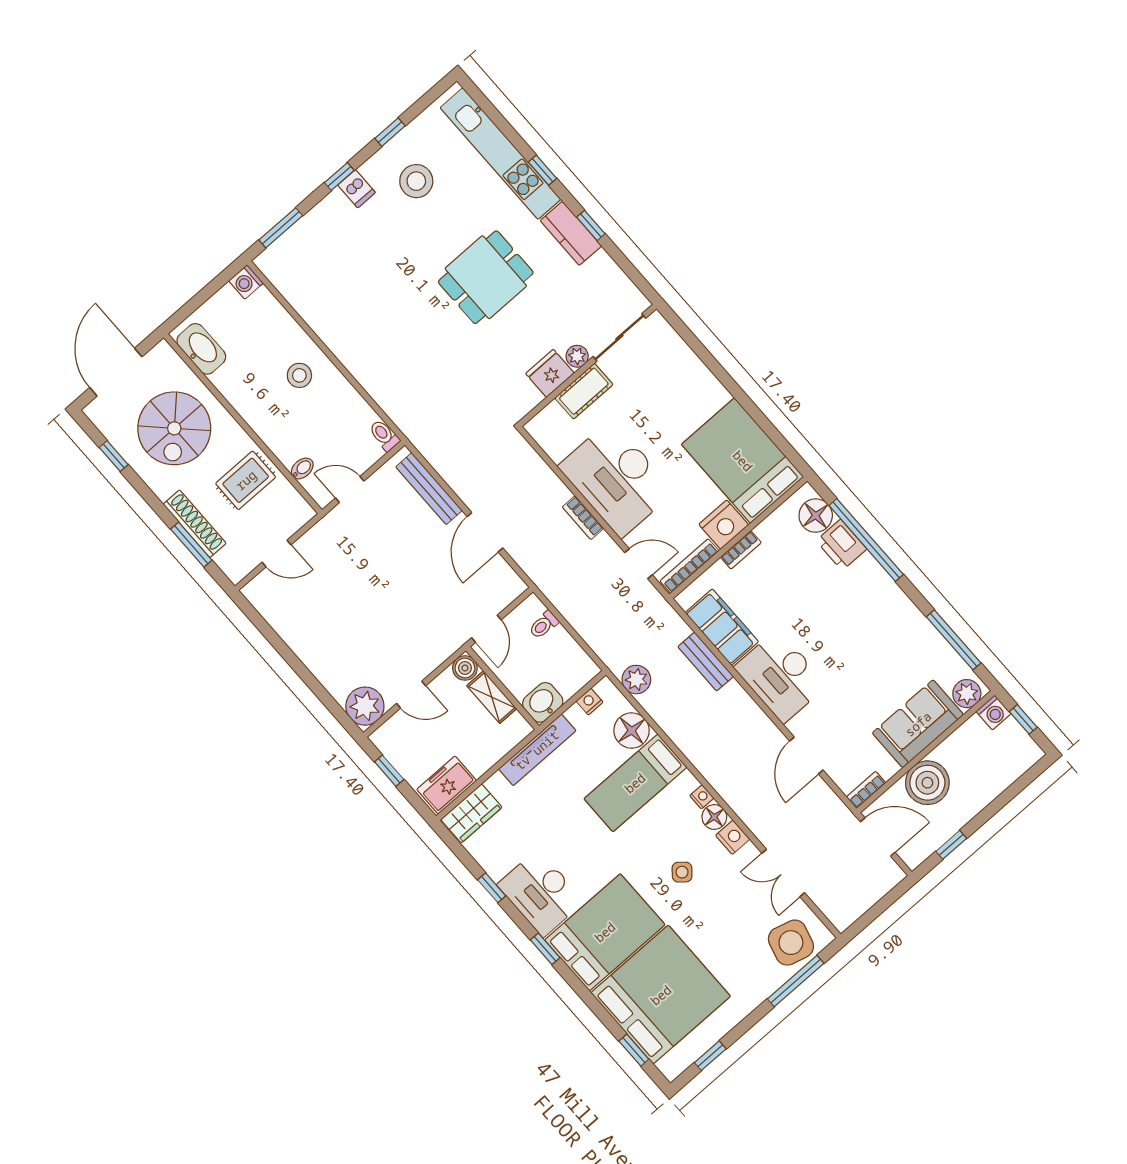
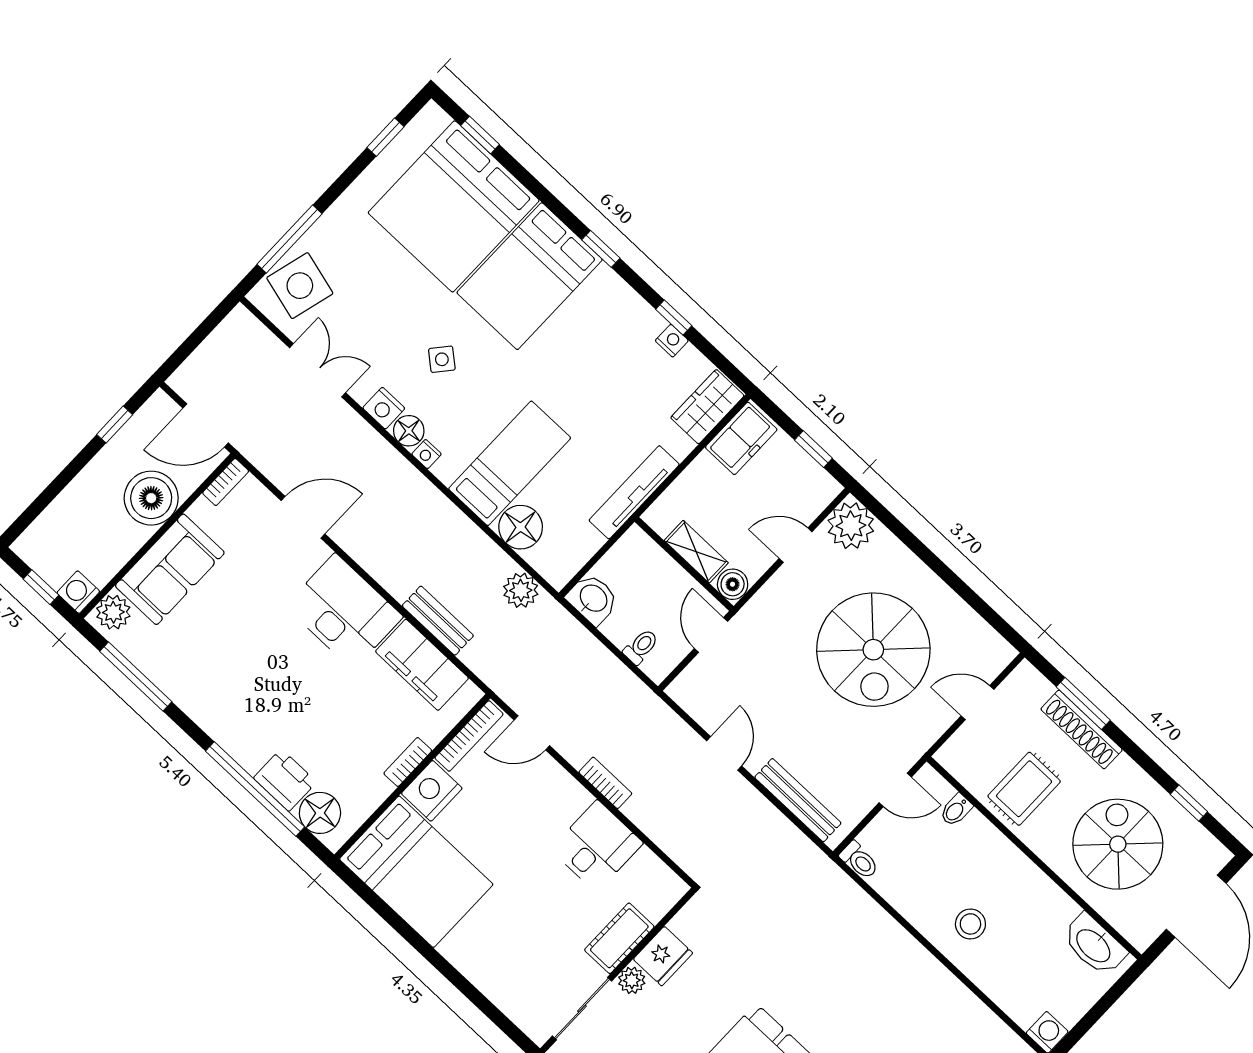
desk: (616, 479) -> (597, 846), width x0.53, depth x0.77
door: (485, 532) -> (724, 753), width x0.73
spiral stairs: (356, 604) -> (873, 650), added
washbasin: (543, 702) -> (593, 599), moved, turned -90
nightstand: (590, 702) -> (672, 341), moved, turned -90
door: (806, 755) -> (303, 517), hinge flipped
desk: (541, 893) -> (613, 317), removed

